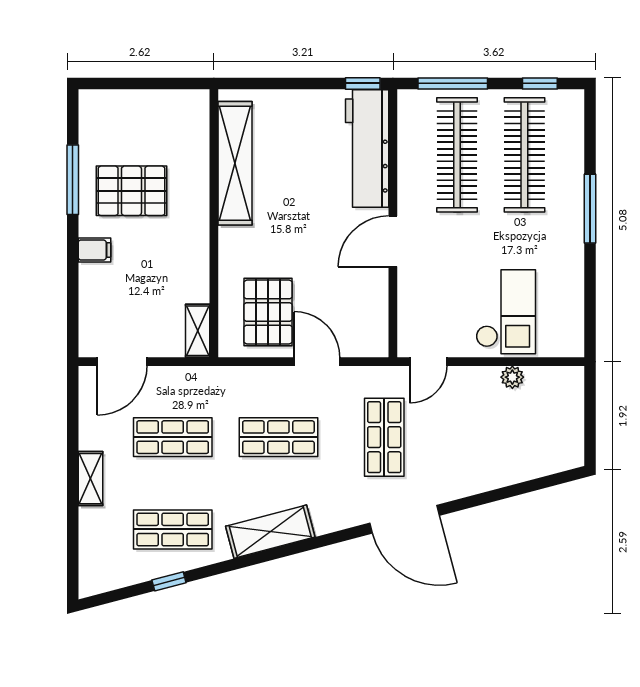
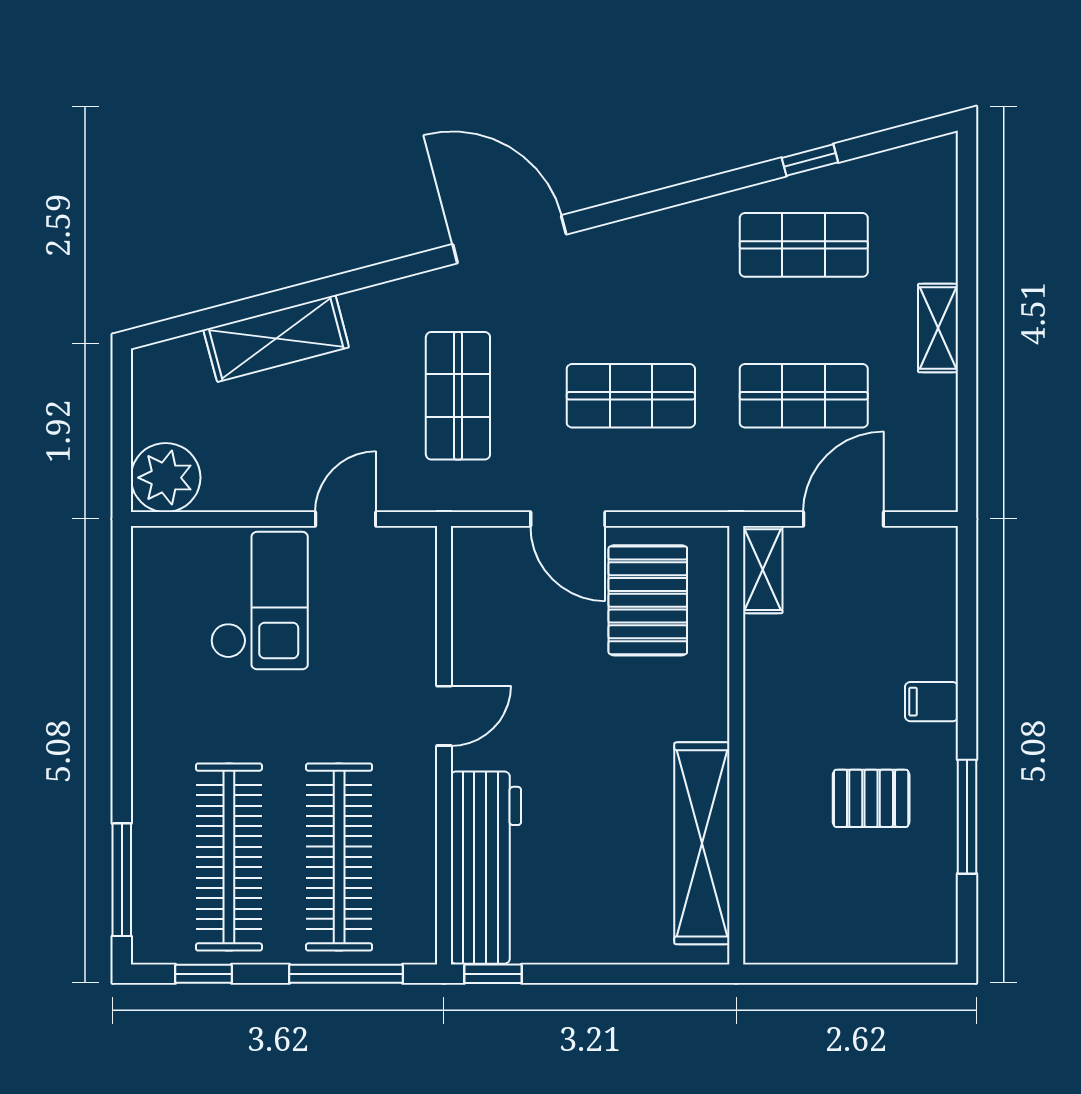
pallet: (131, 191) -> (871, 798), width x0.67, depth x0.71
window: (590, 209) -> (122, 880), moved
door: (393, 241) -> (444, 716), width x0.73
checkout: (506, 312) -> (259, 601), turned 180
door: (122, 362) -> (844, 519), moved
door: (428, 362) -> (346, 519), moved
plant: (512, 377) -> (166, 478), moved, width x1.87, depth x1.87
door: (405, 519) -> (509, 239), moved
shelving: (270, 532) -> (276, 338), moved

